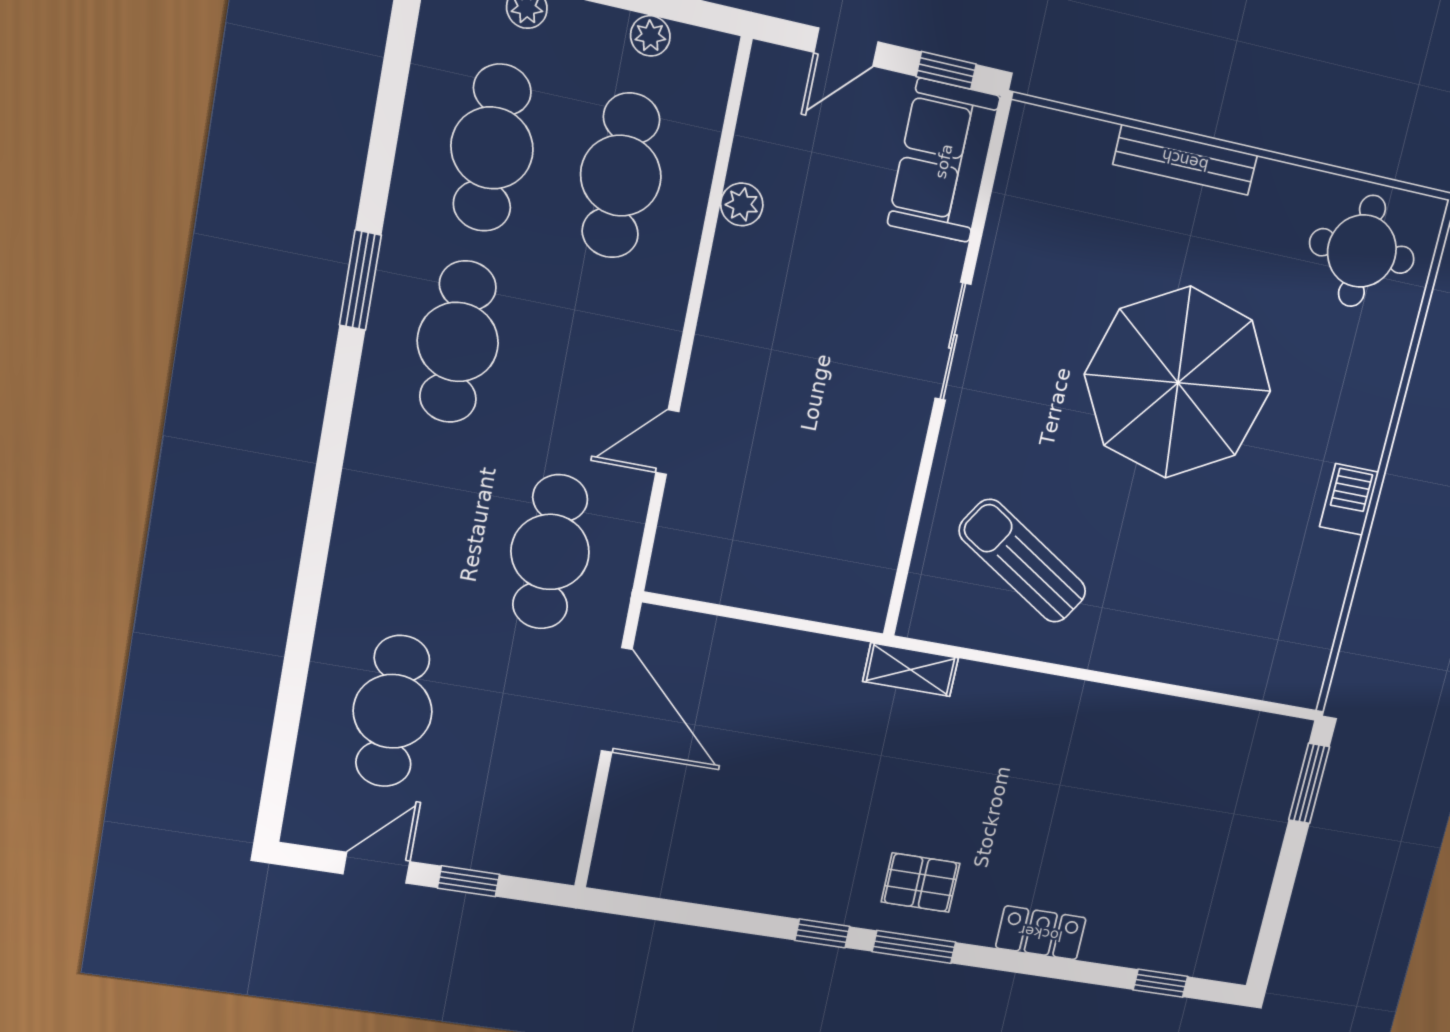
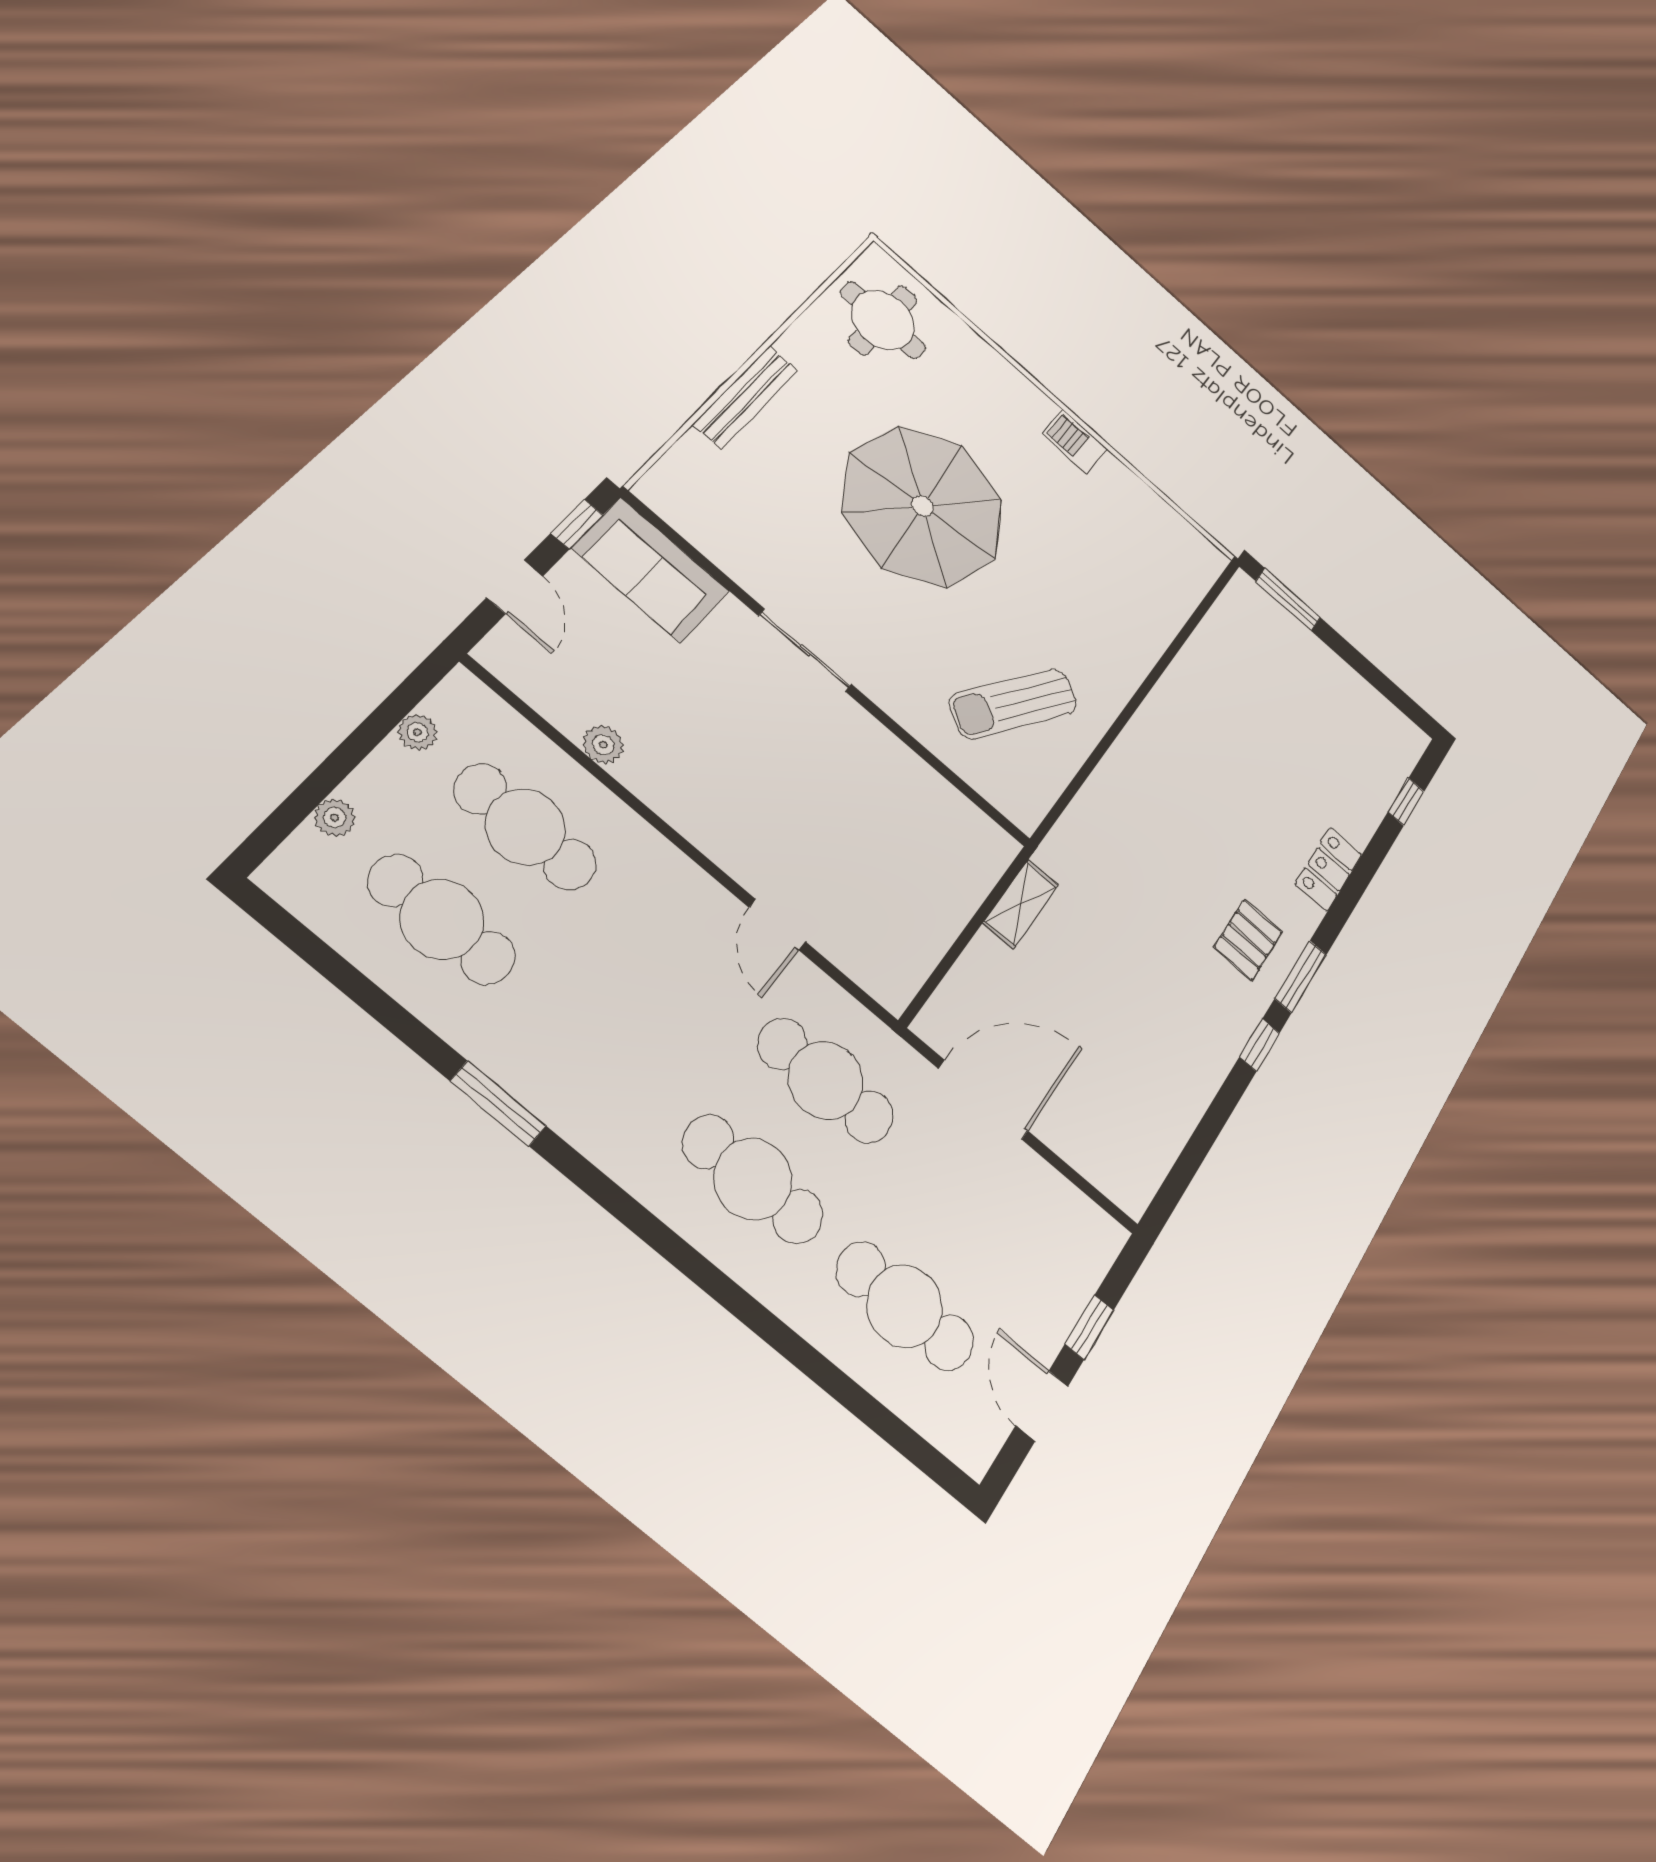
cafe table: (458, 342) -> (753, 1179), moved
shelving: (911, 670) -> (1021, 904), moved

